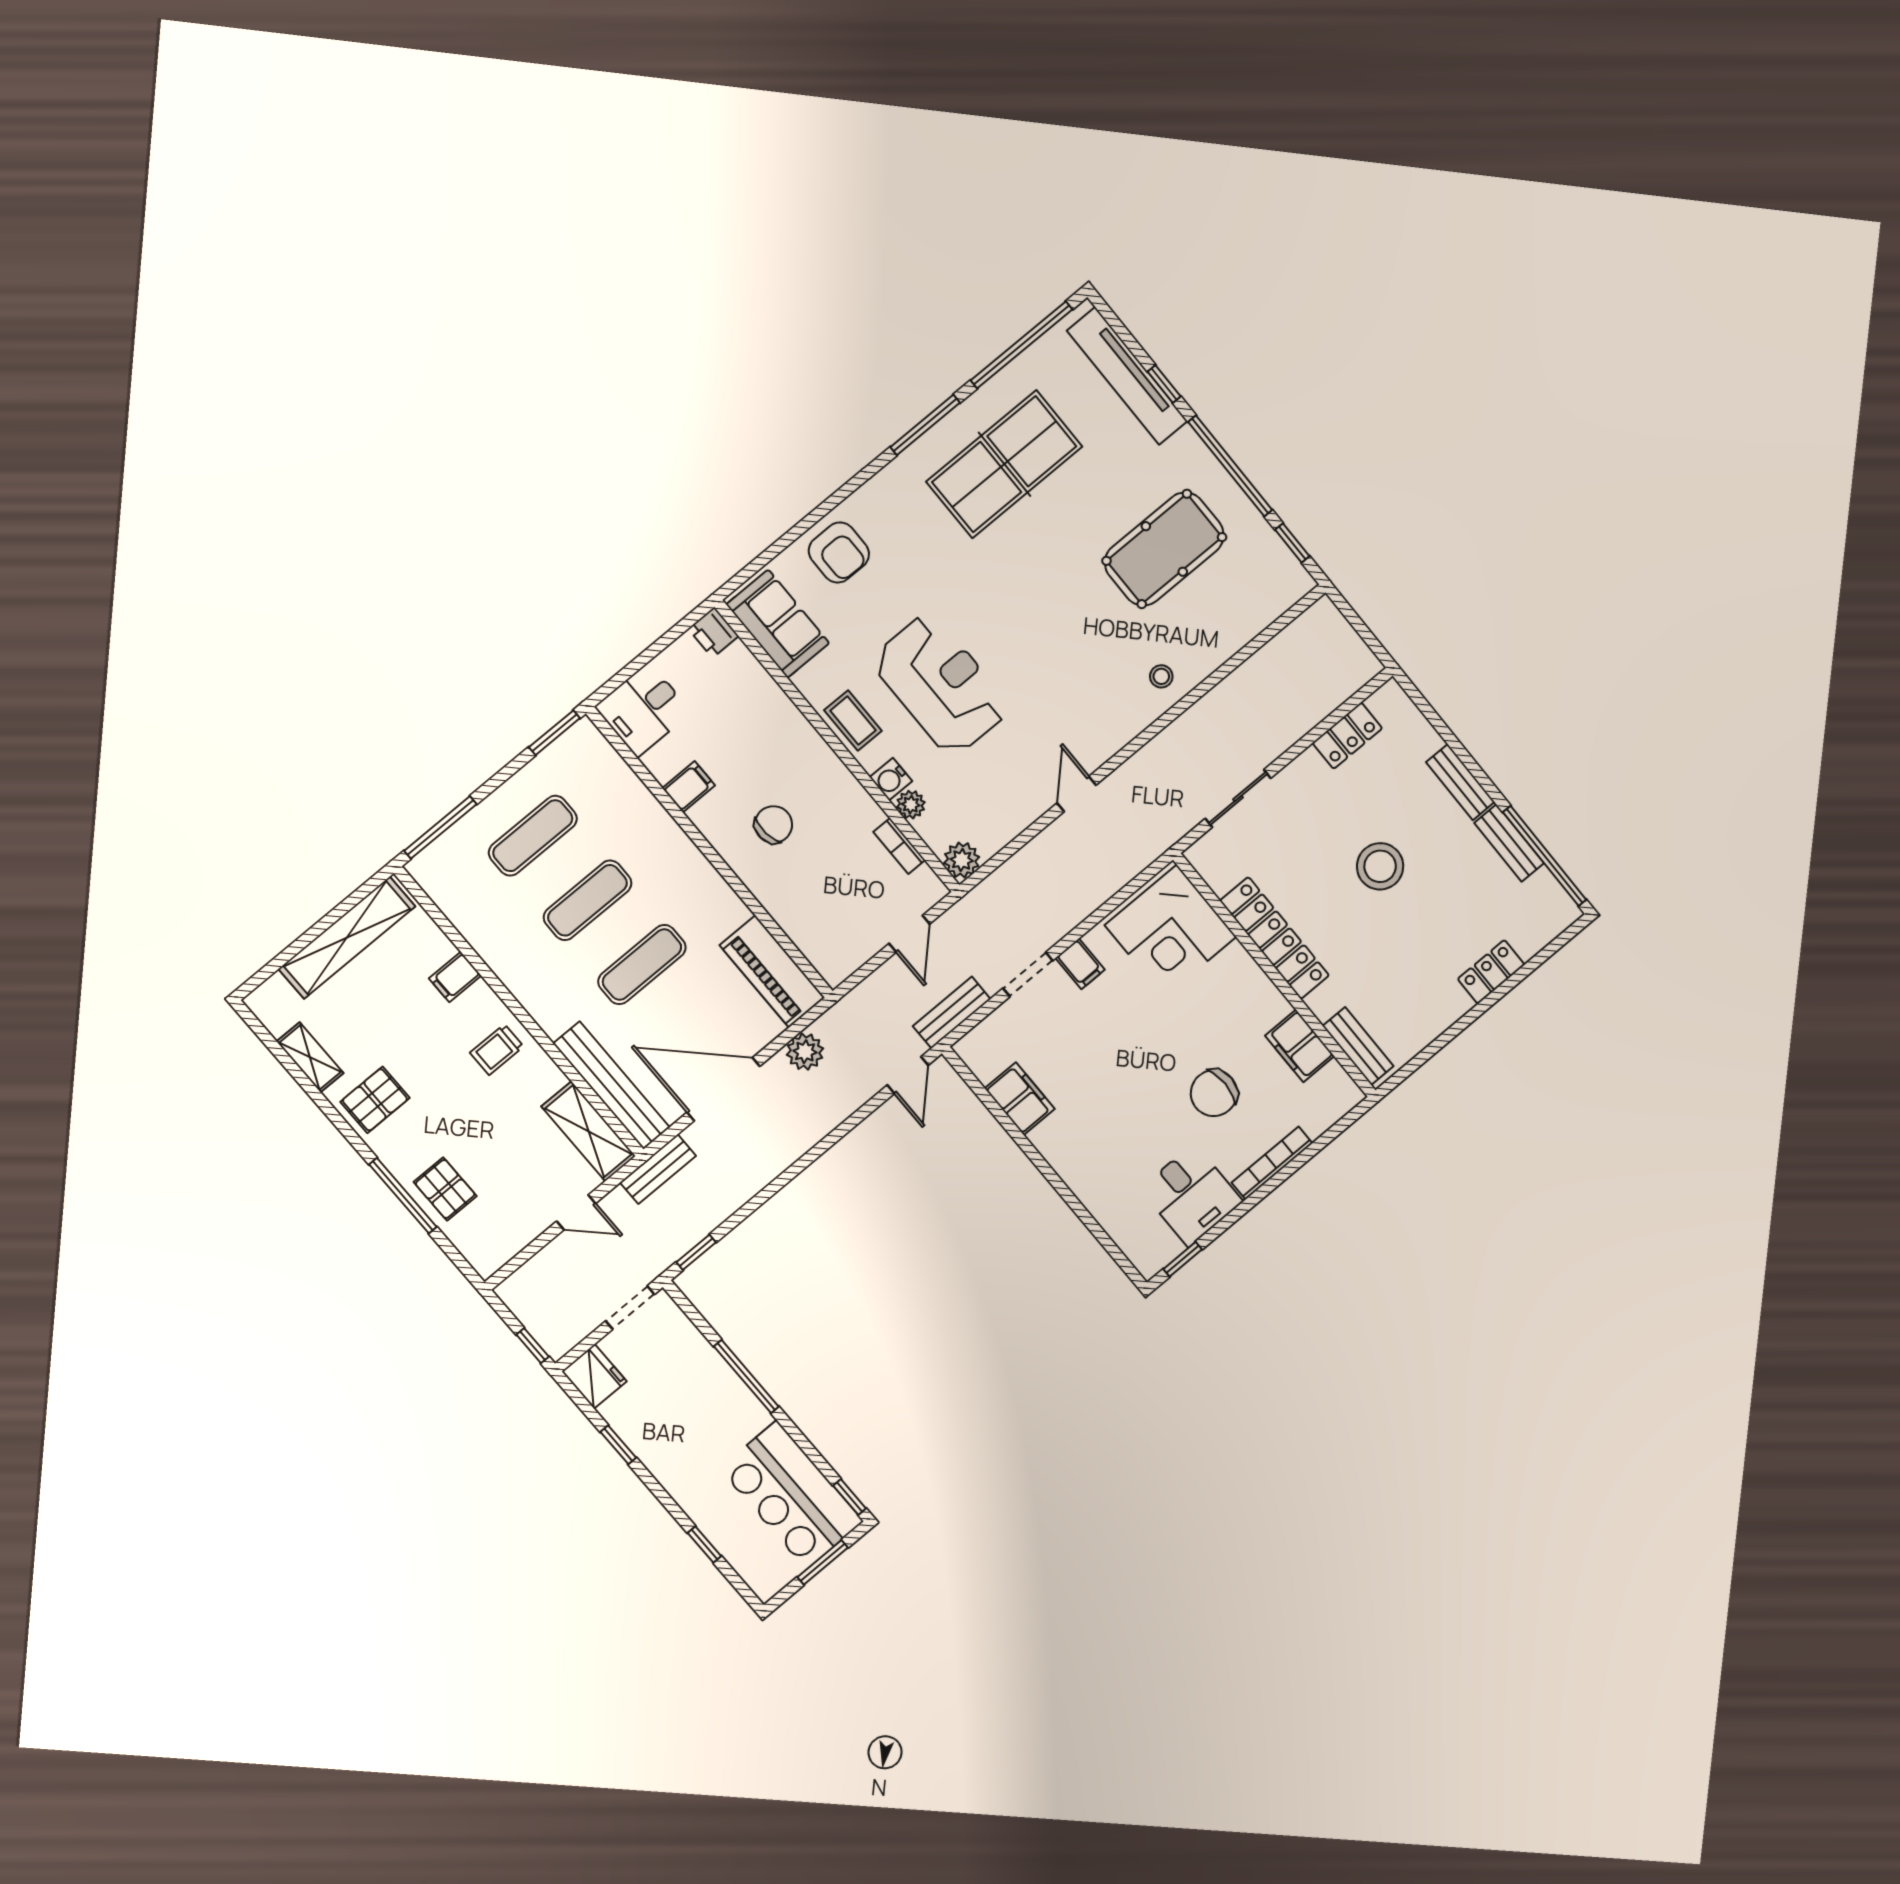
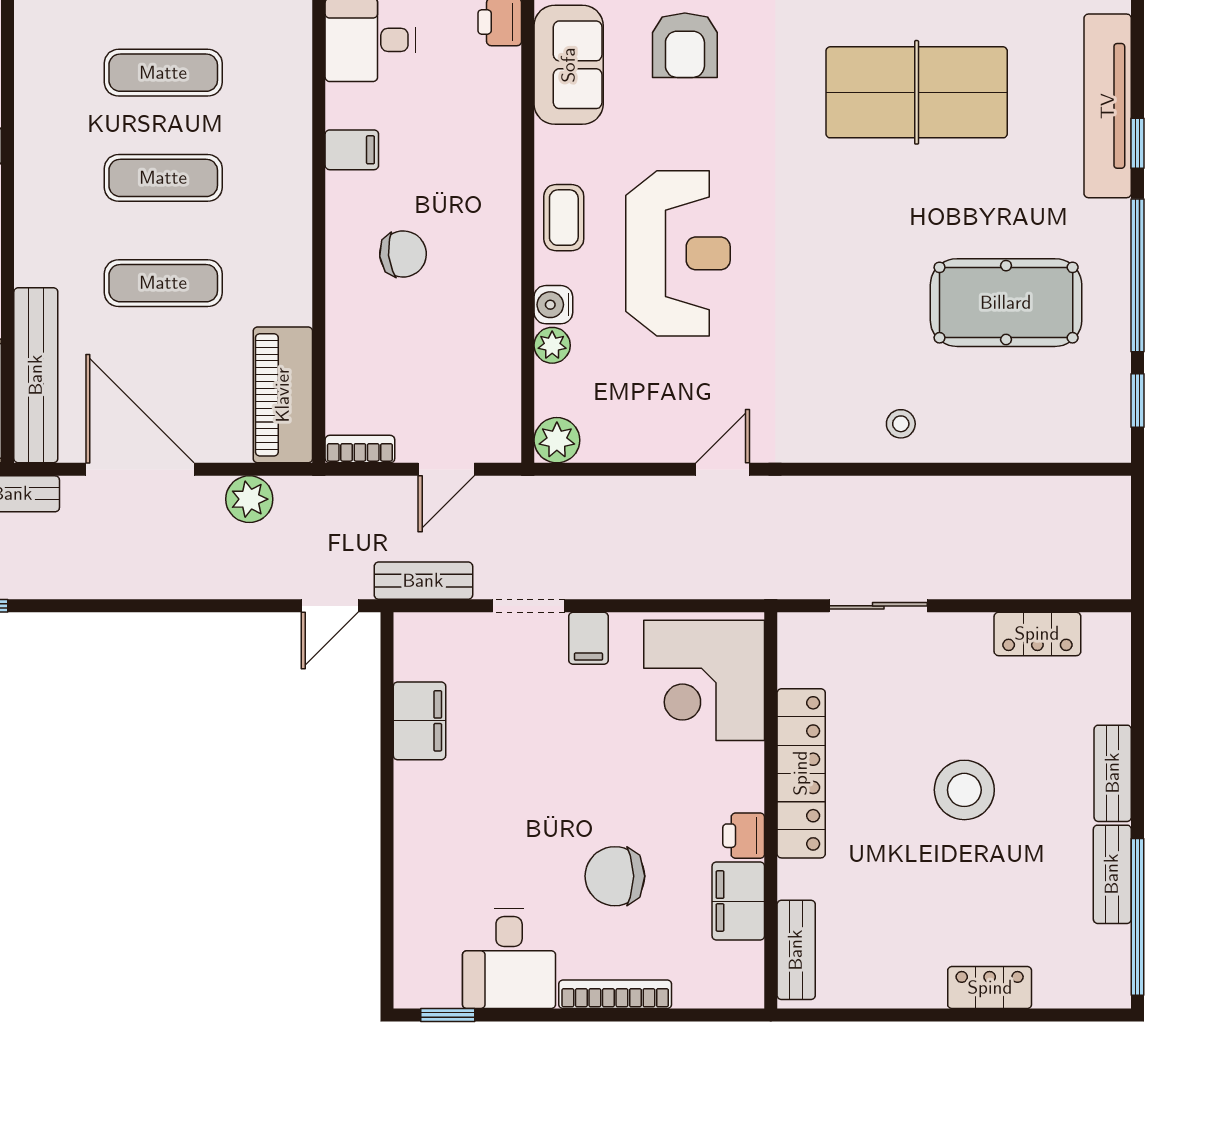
bookcase: (899, 846) -> (360, 449), moved, turned 90
printer: (1271, 1004) -> (744, 836), added

